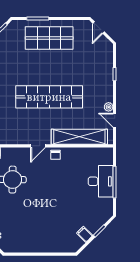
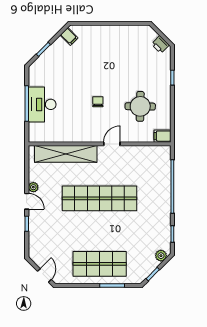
door: (115, 120) -> (27, 201), moved
chair: (56, 155) -> (98, 102), moved
filing cabinet: (85, 234) -> (69, 36), moved

